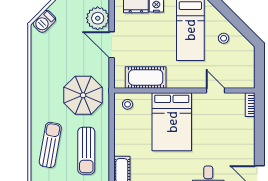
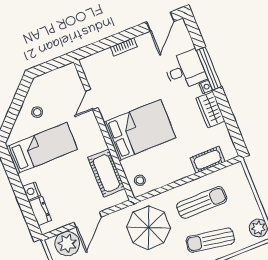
bookcase: (250, 105) -> (124, 47), moved

